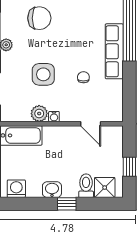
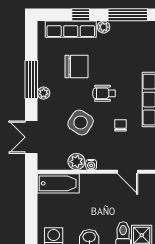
wheelchair: (67, 45) -> (104, 93), added
side table: (43, 74) -> (81, 123), turned 32

